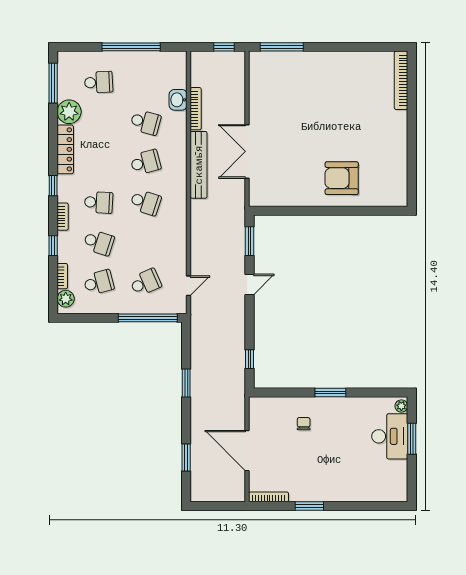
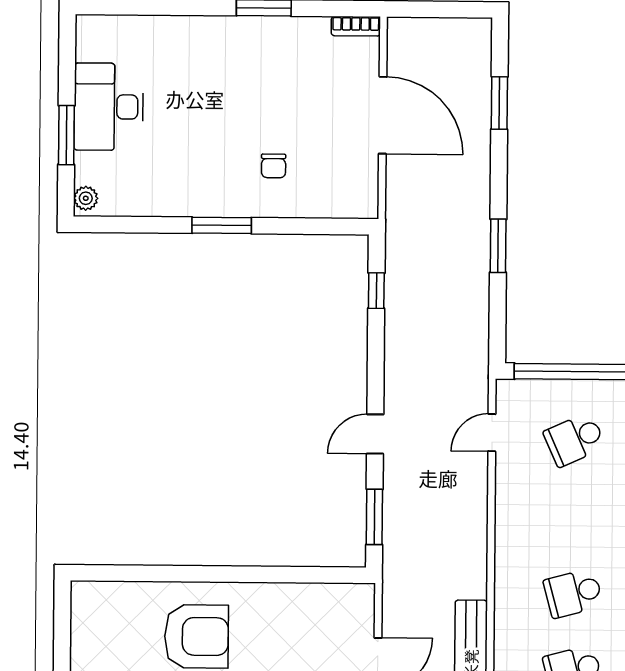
school desk: (145, 202) -> (573, 593), turned -33
desk: (390, 436) -> (109, 107), moved
bookcase: (269, 497) -> (356, 26), width x0.64

